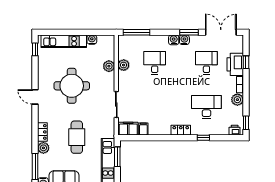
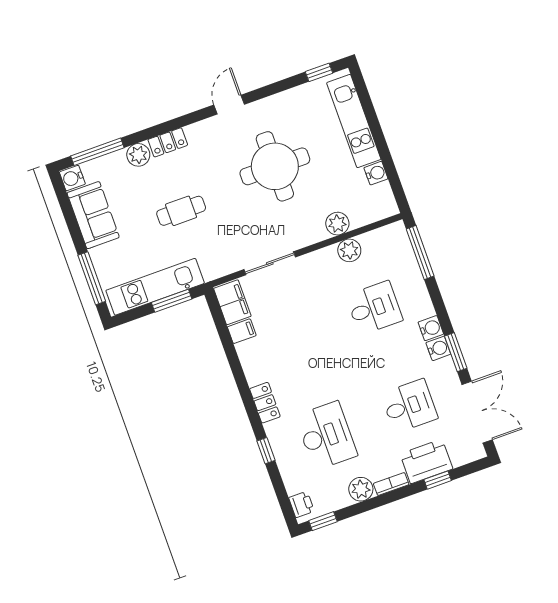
cafe table: (77, 137) -> (181, 211), width x0.73, depth x0.74

